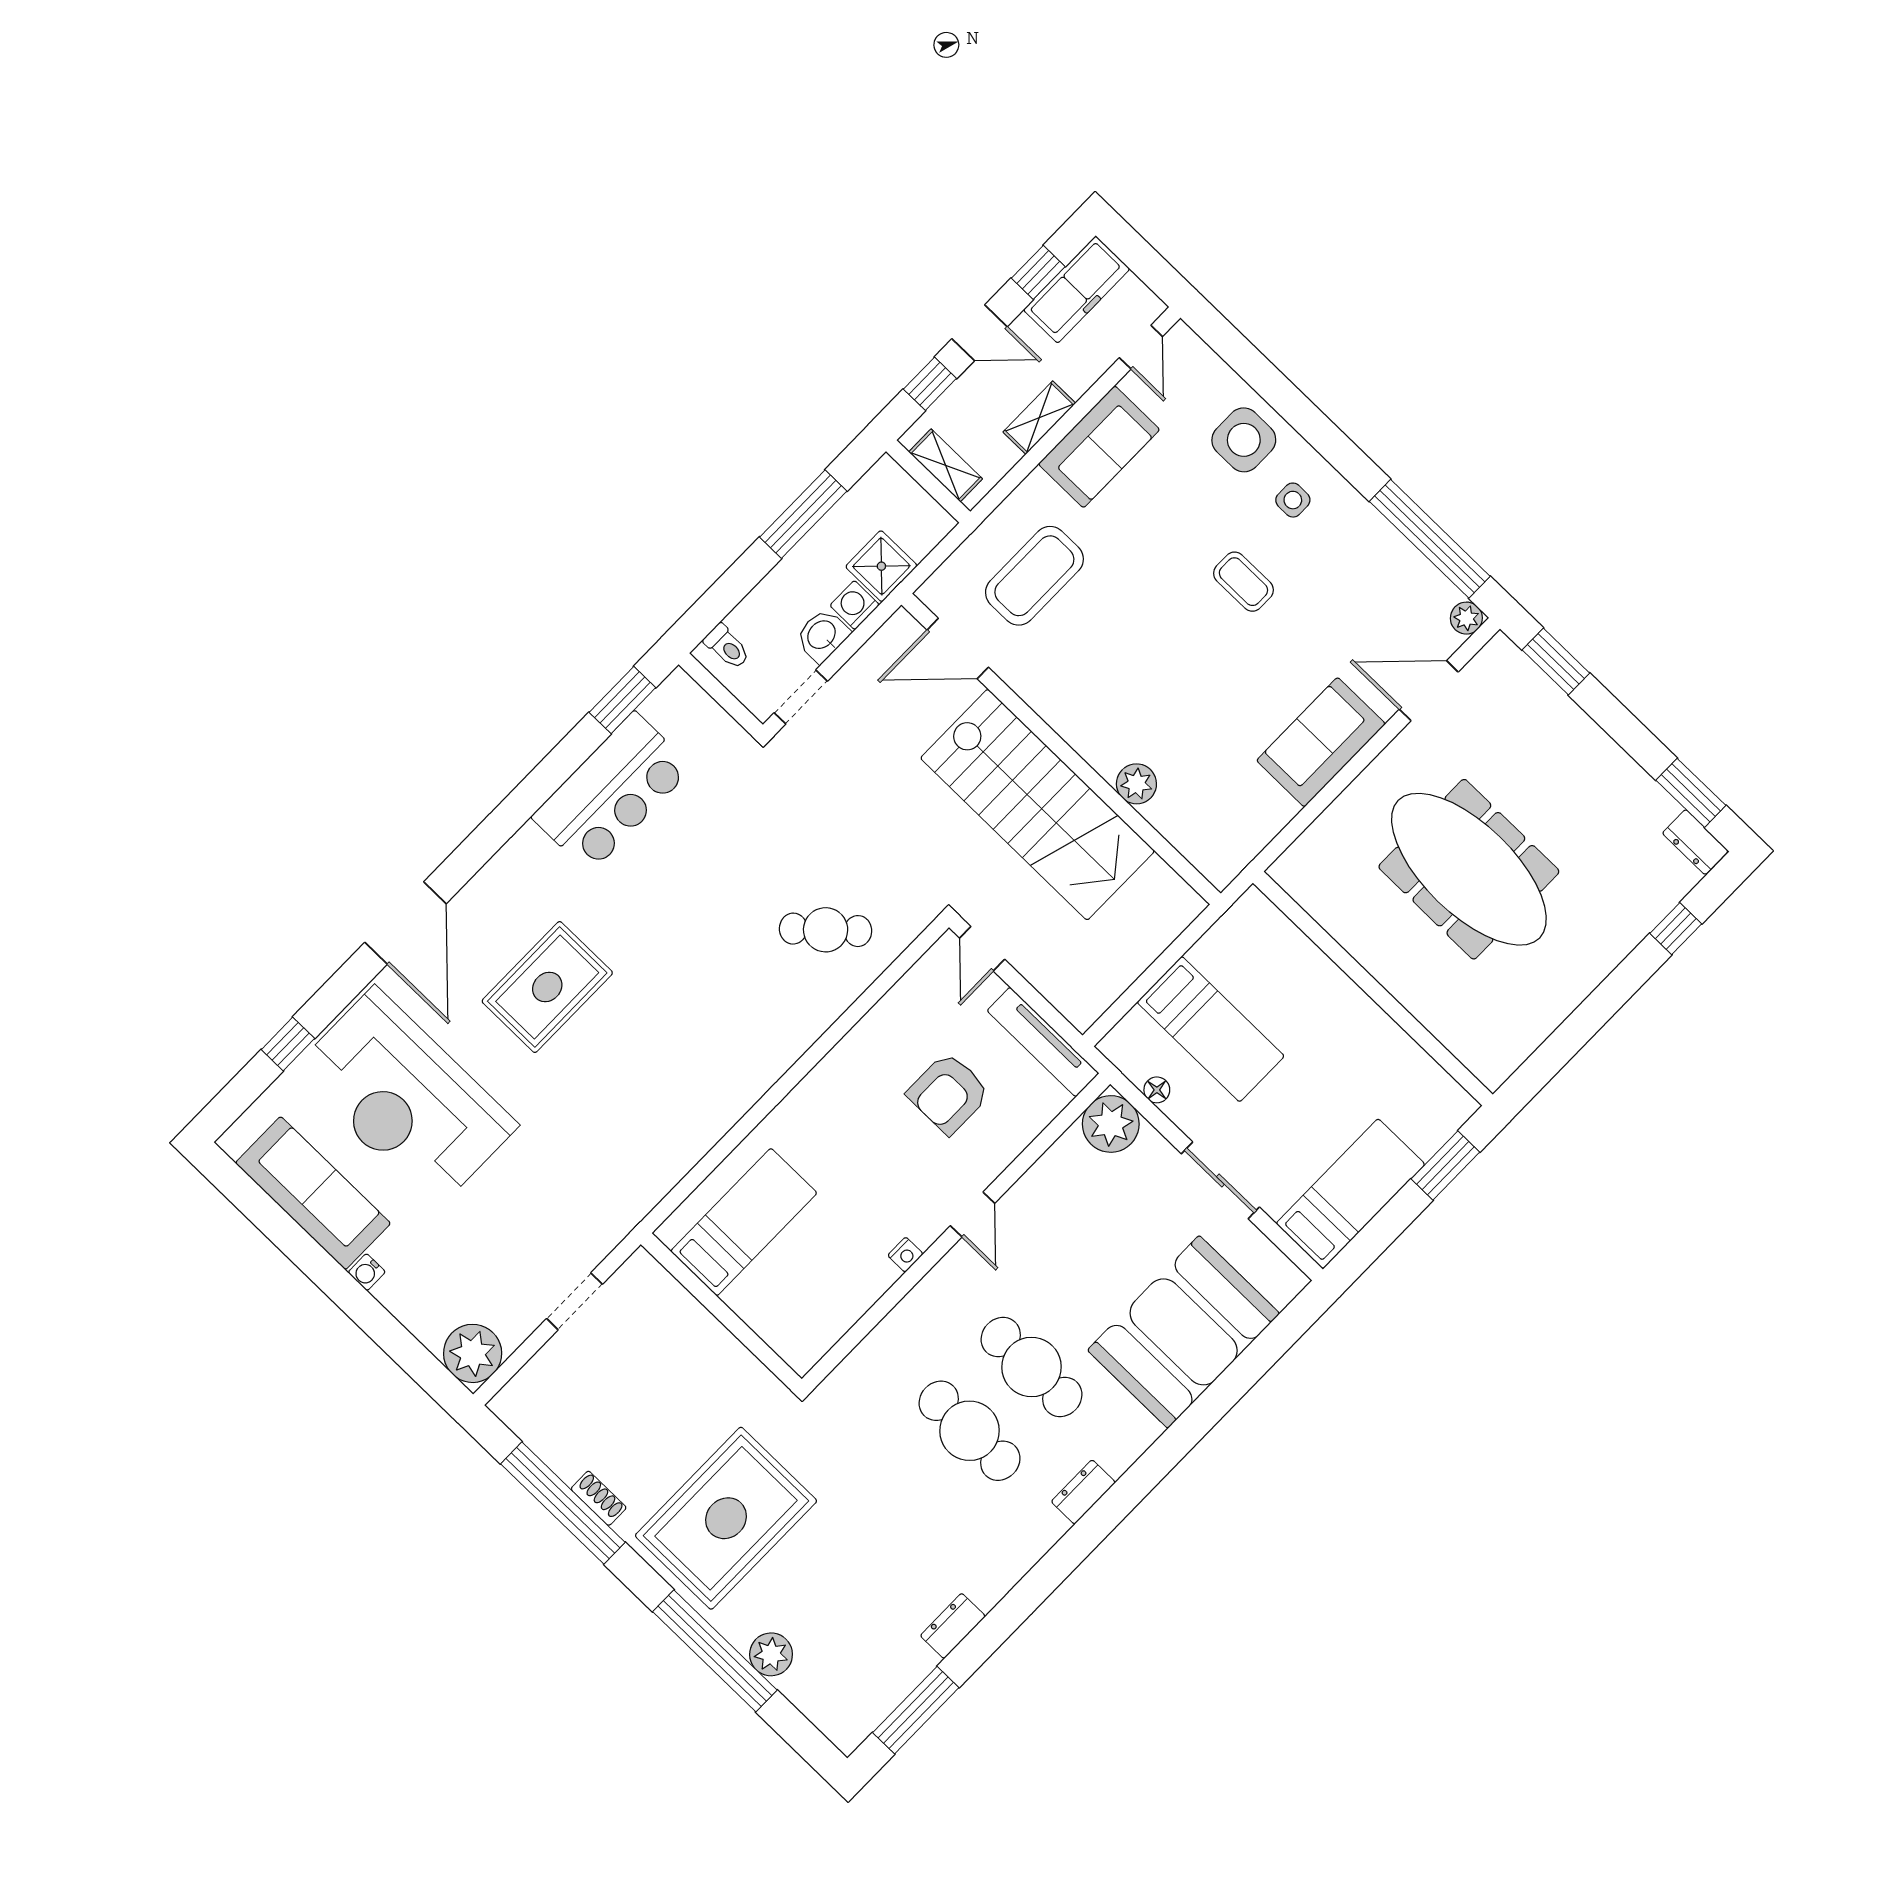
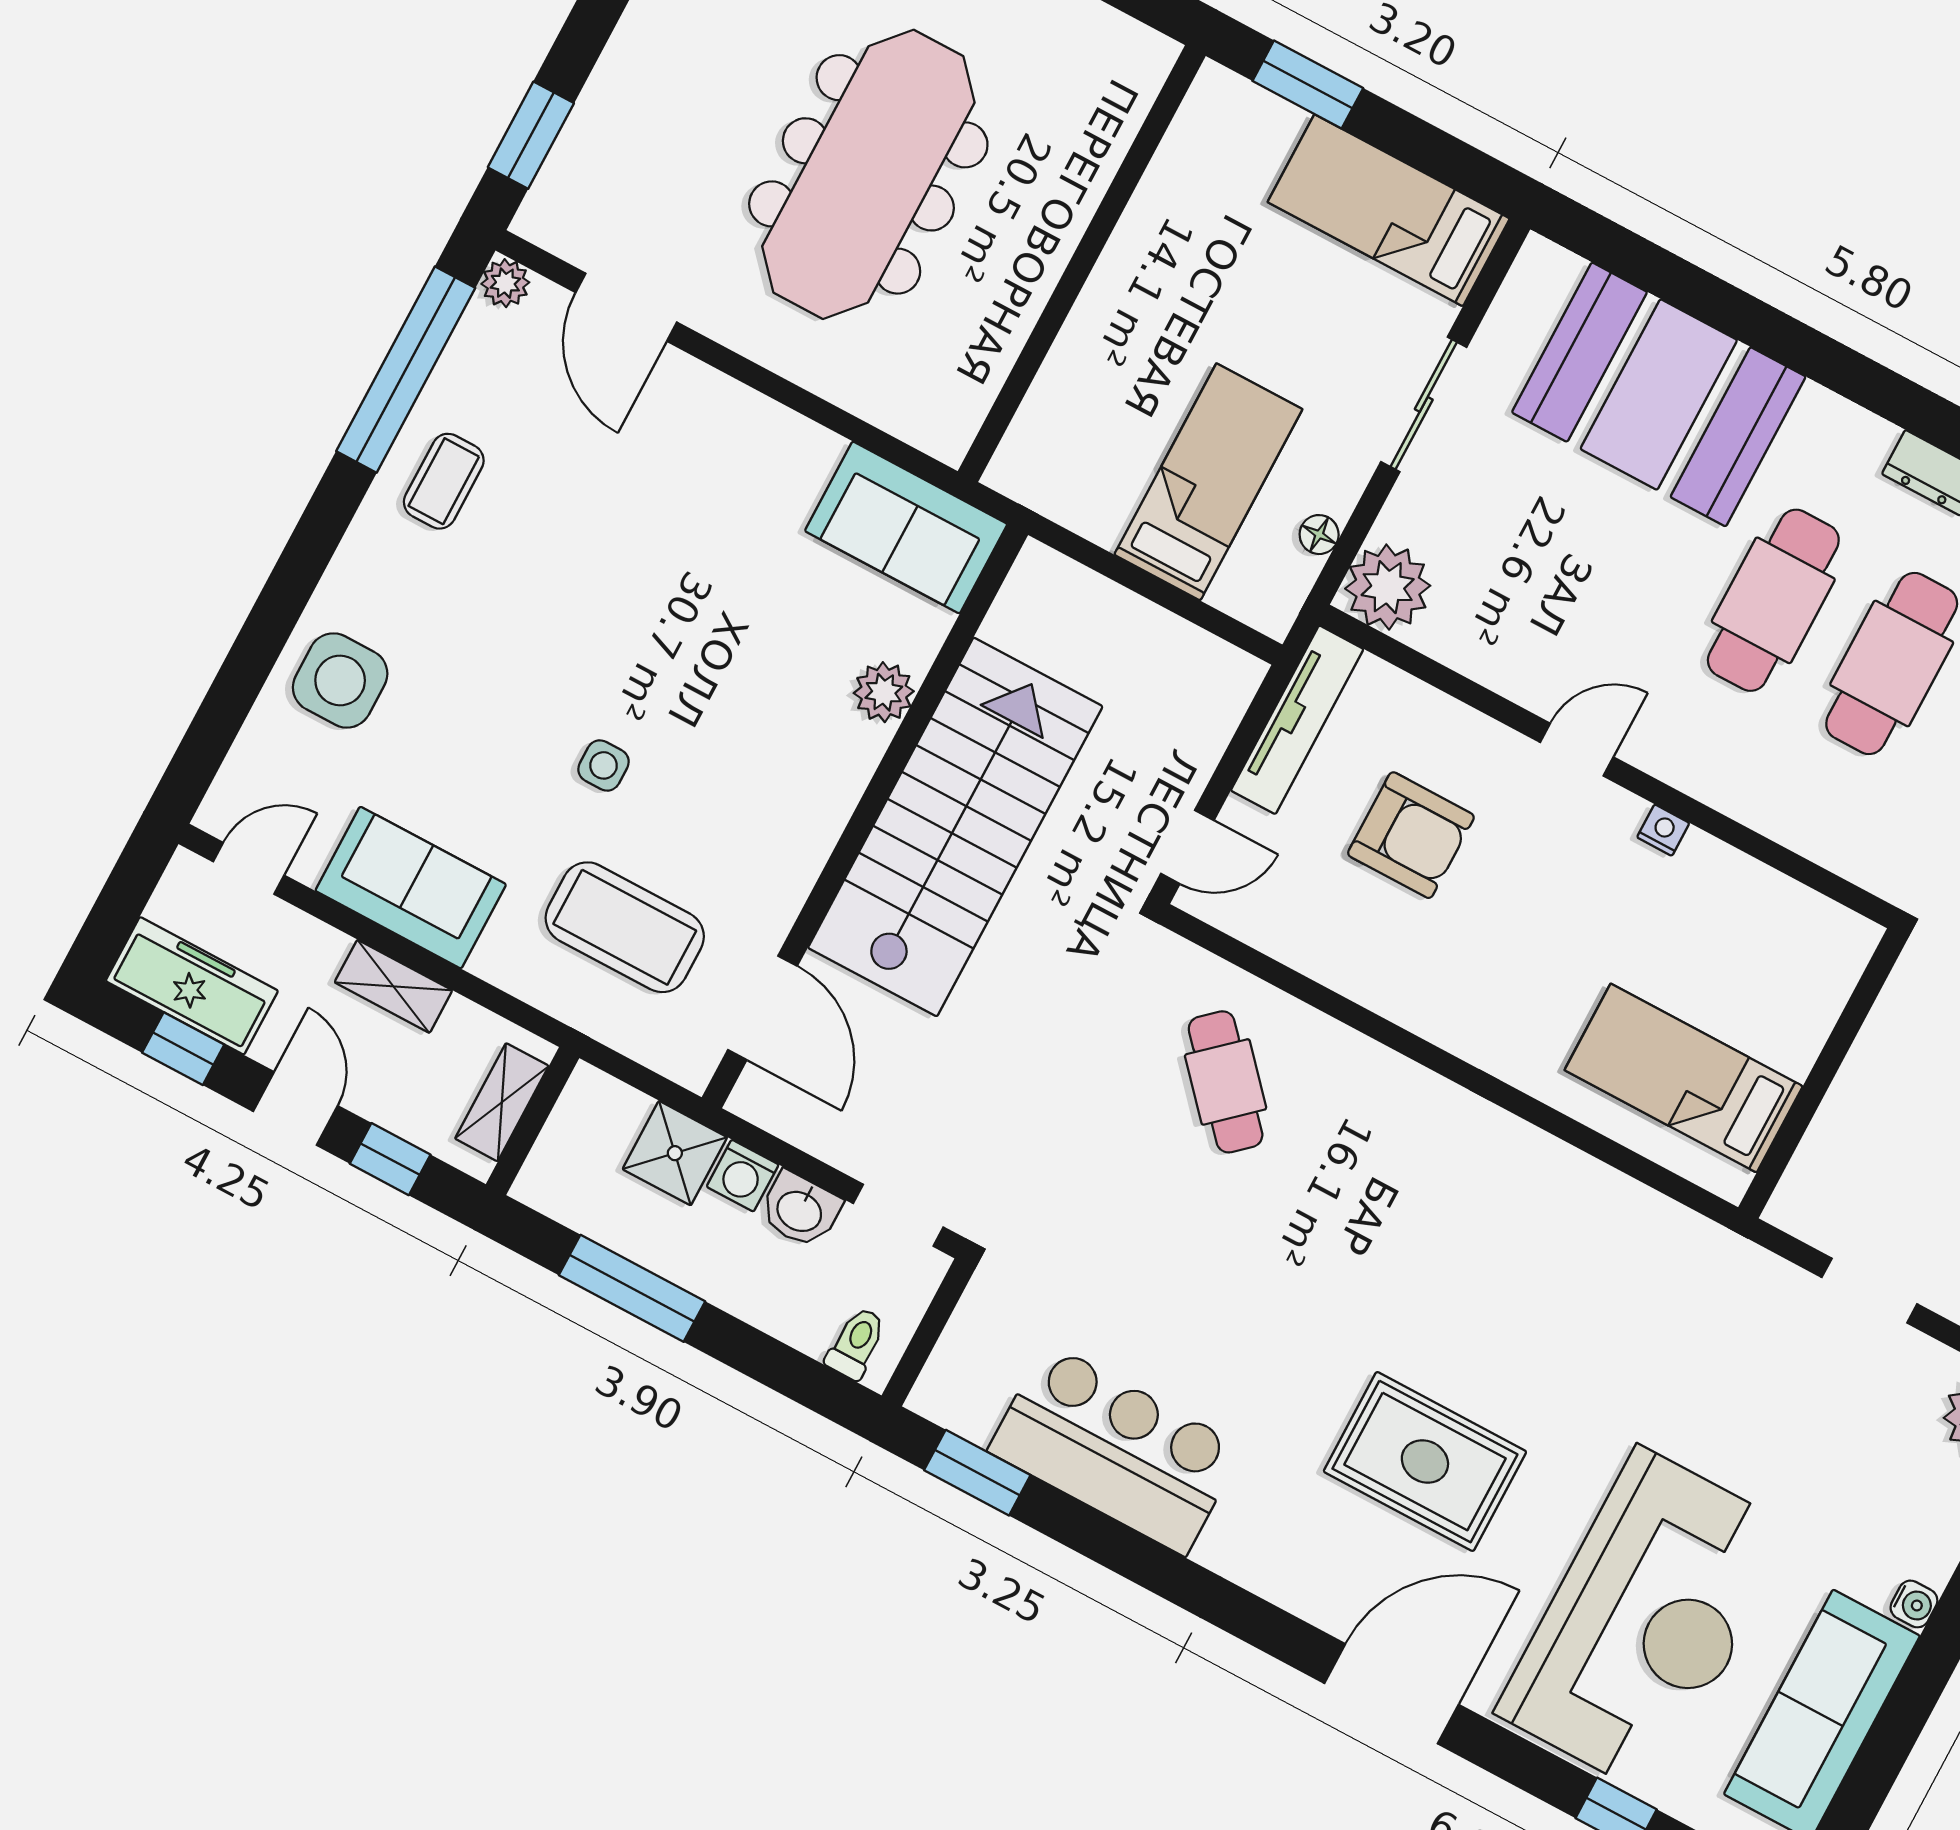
side table: (1293, 500) -> (604, 765), moved
coffee table: (1243, 582) -> (444, 481), moved
sofa: (1321, 742) -> (906, 527), moved

